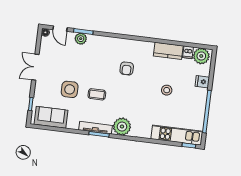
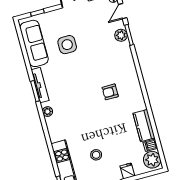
stool: (167, 90) -> (96, 155), moved
coffee table: (97, 94) -> (73, 73), removed
sofa: (51, 117) -> (34, 43), width x1.36
plant: (122, 127) -> (48, 112), width x0.53, depth x0.53

